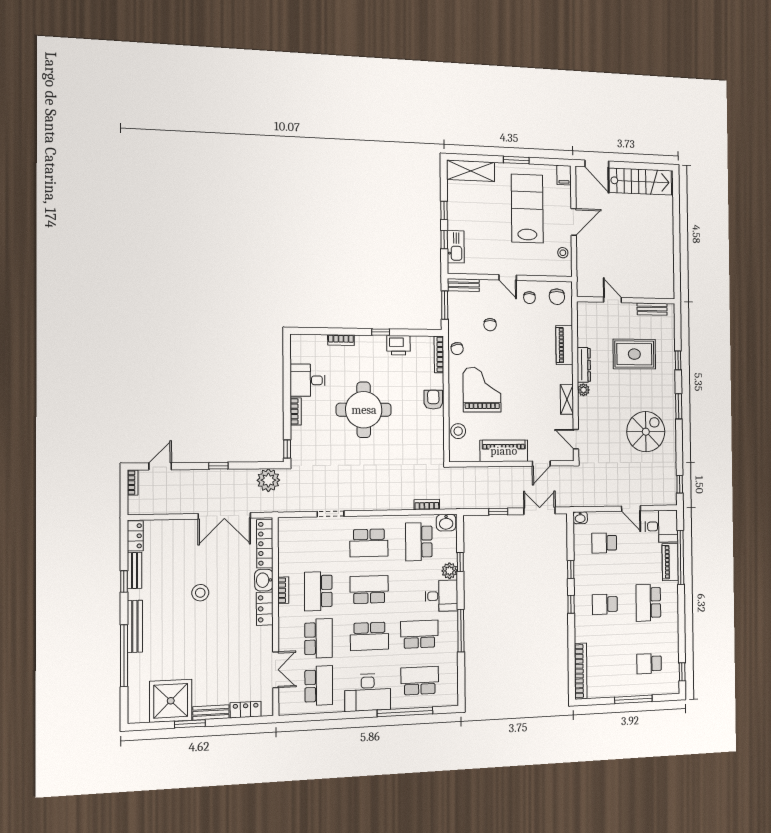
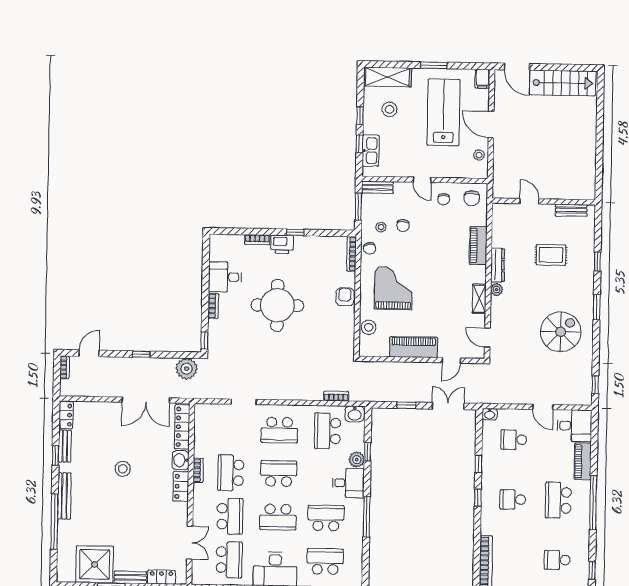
stool: (474, 204) -> (390, 109), added
door: (574, 222) -> (491, 125), swing flipped
stool: (468, 326) -> (381, 227), added
printer: (399, 345) -> (282, 244), moved
rug: (634, 354) -> (551, 255), width x0.73, depth x0.70
window: (681, 557) -> (593, 503), moved

